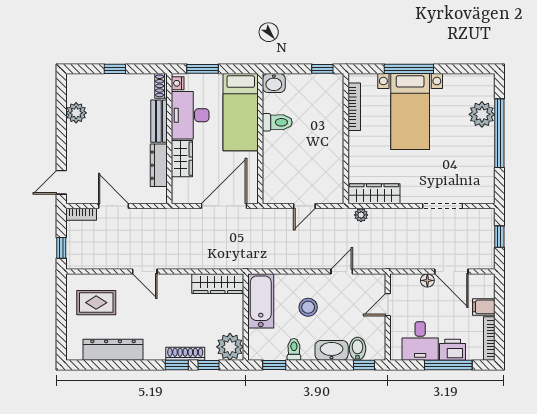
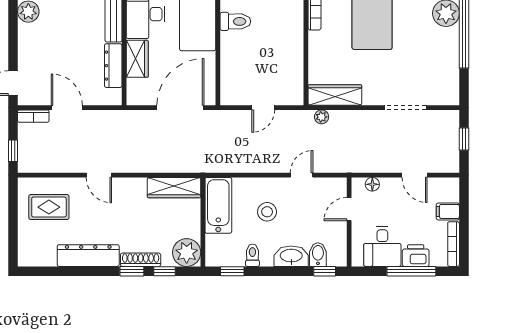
door: (451, 272) -> (415, 175), width x0.73
floor lamp: (427, 280) -> (372, 184), moved
dresser: (113, 350) -> (88, 256), moved

